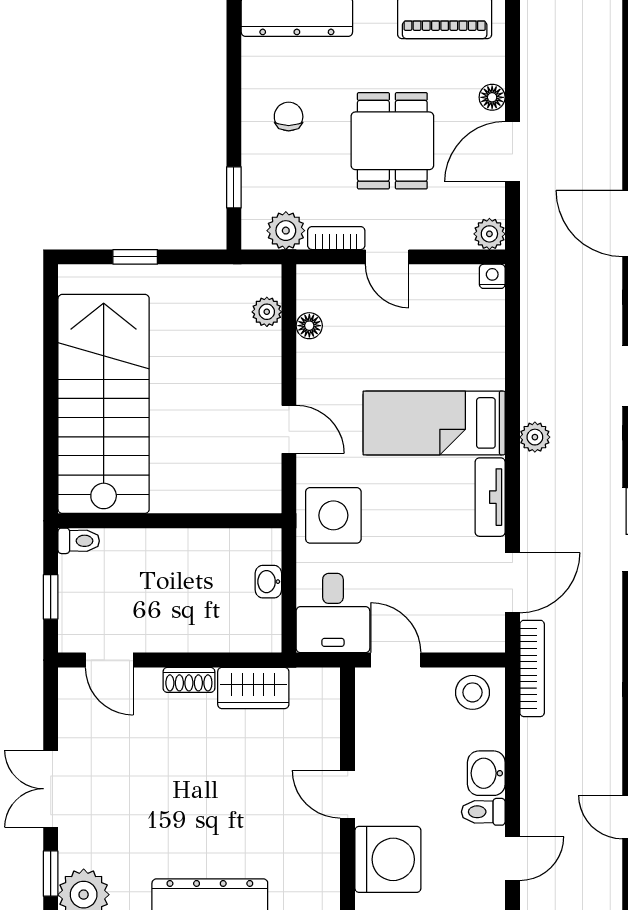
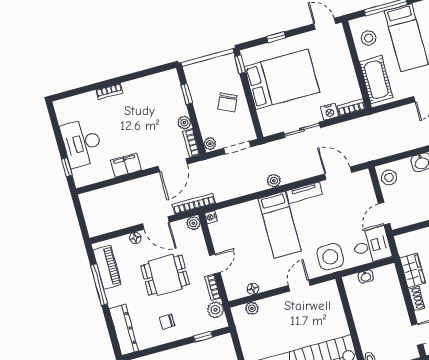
bookcase: (532, 668) -> (194, 204), moved

